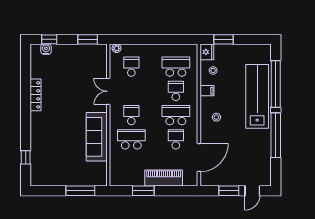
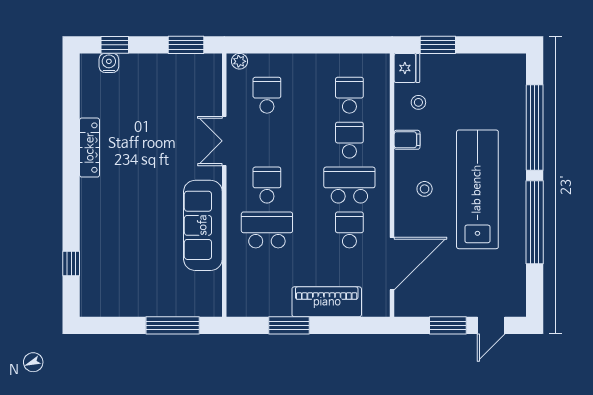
school desk: (176, 67) -> (349, 95), width x0.54
lab bench: (257, 96) -> (477, 189), moved

